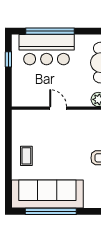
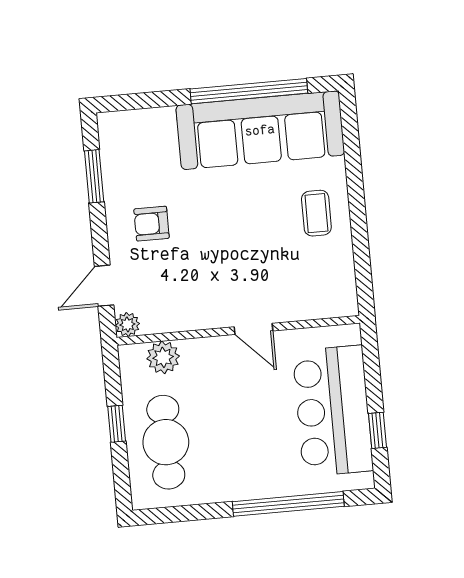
bar counter: (47, 50) -> (333, 411), moved, turned -90

